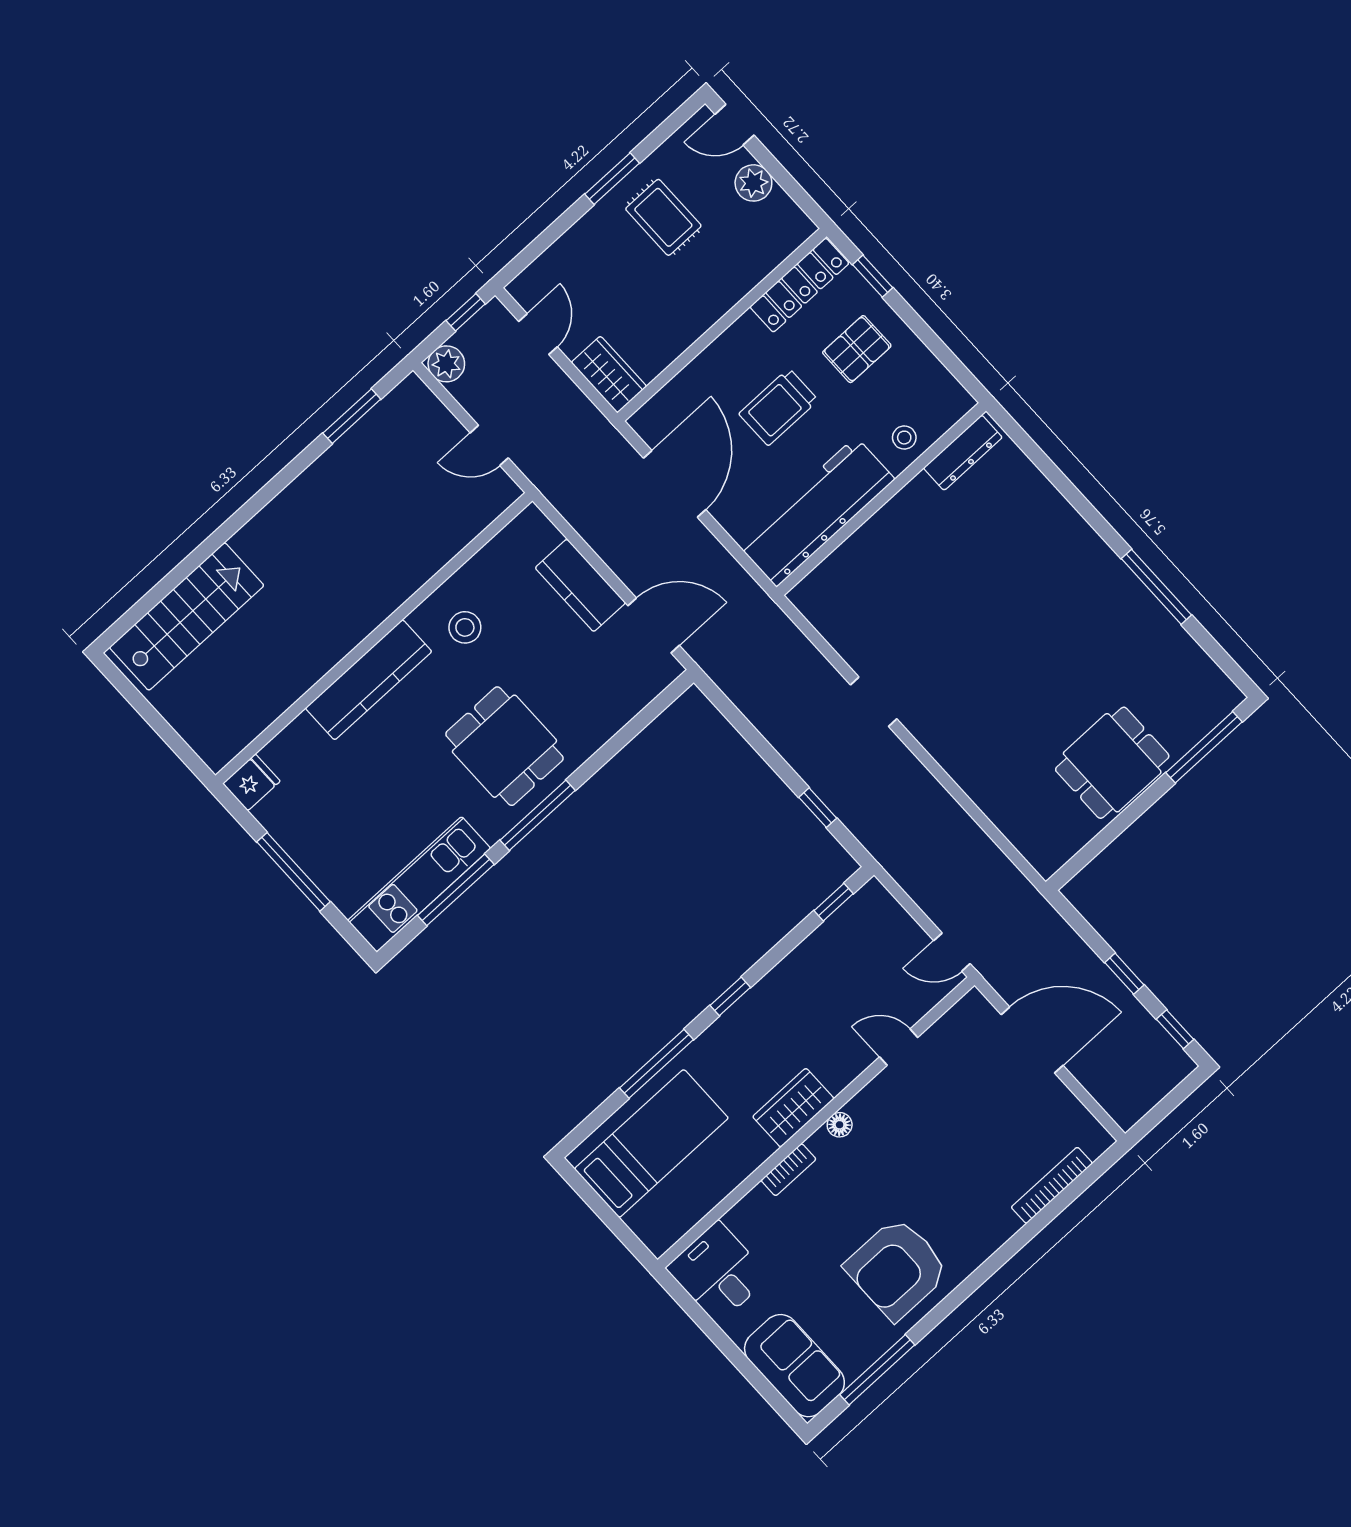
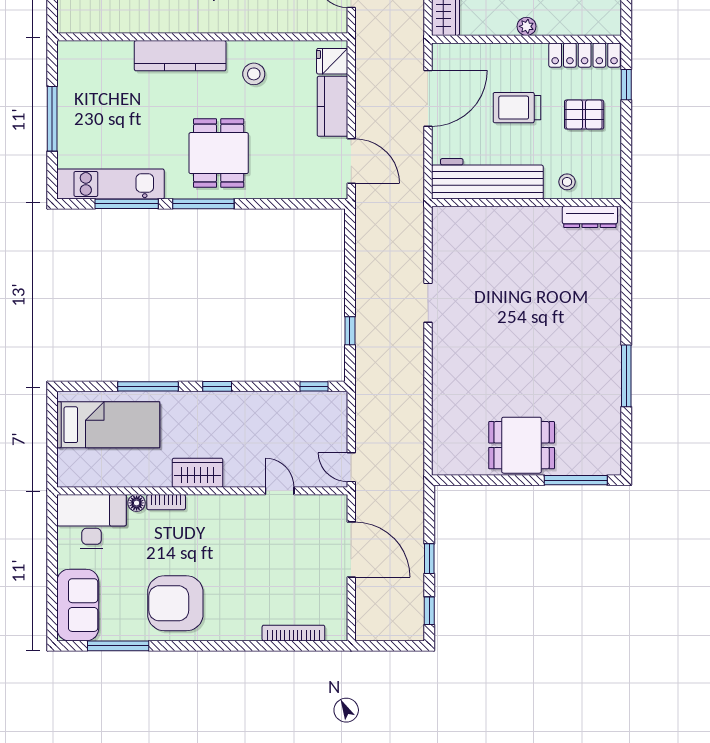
plant: (710, 311) -> (527, 26), added
fridge: (251, 782) -> (332, 61), moved, turned 180
floor lamp: (840, 1125) -> (137, 503), moved
desk: (718, 1272) -> (92, 522), width x1.37

